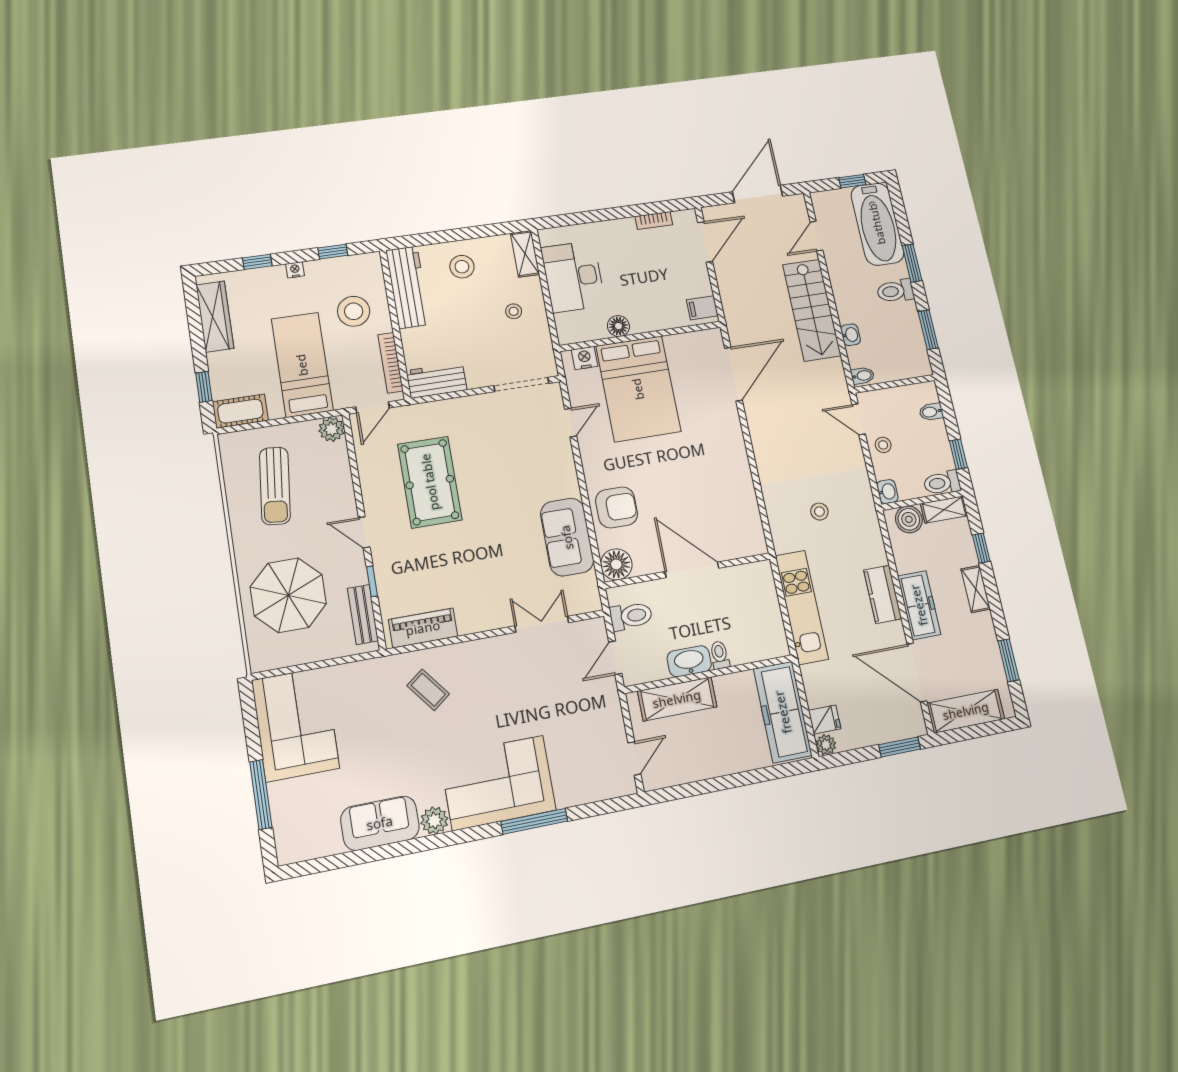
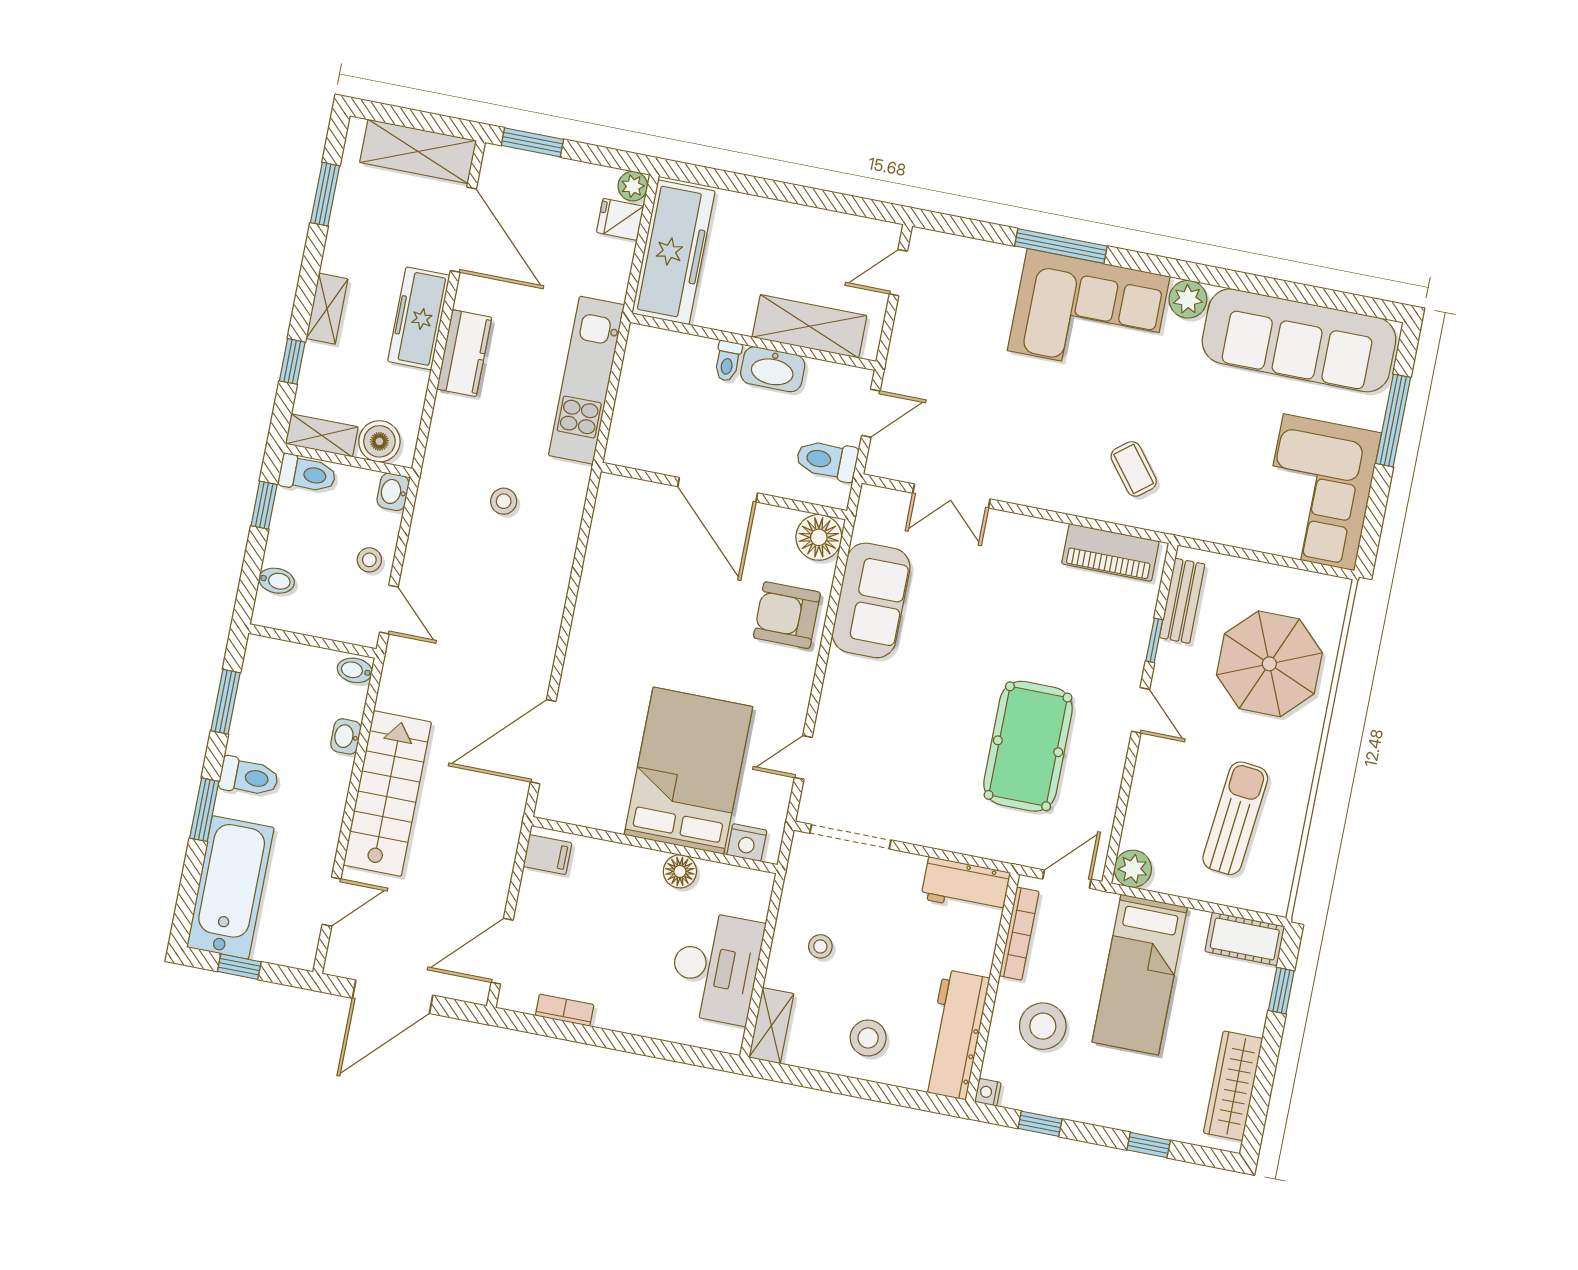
nightstand: (295, 270) -> (988, 1092), moved, turned 90
sofa: (380, 823) -> (1299, 340), width x1.85, depth x1.27

